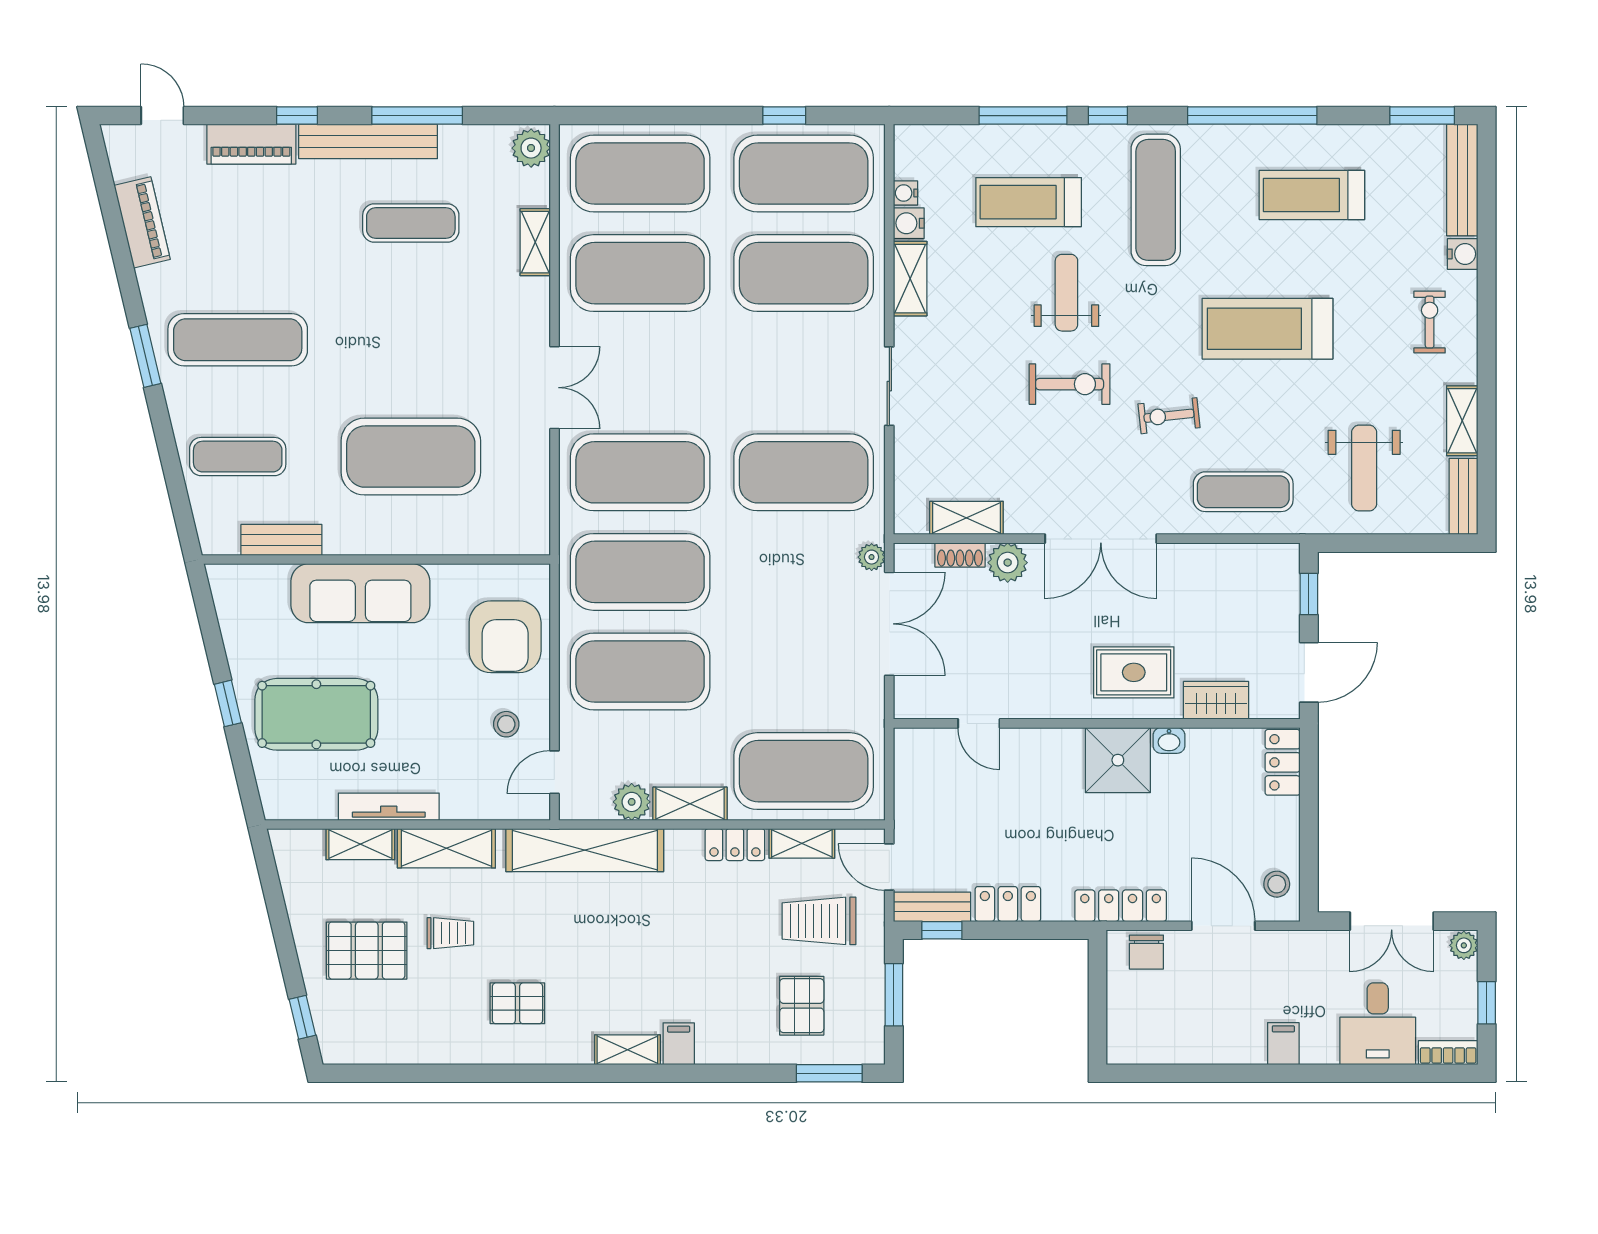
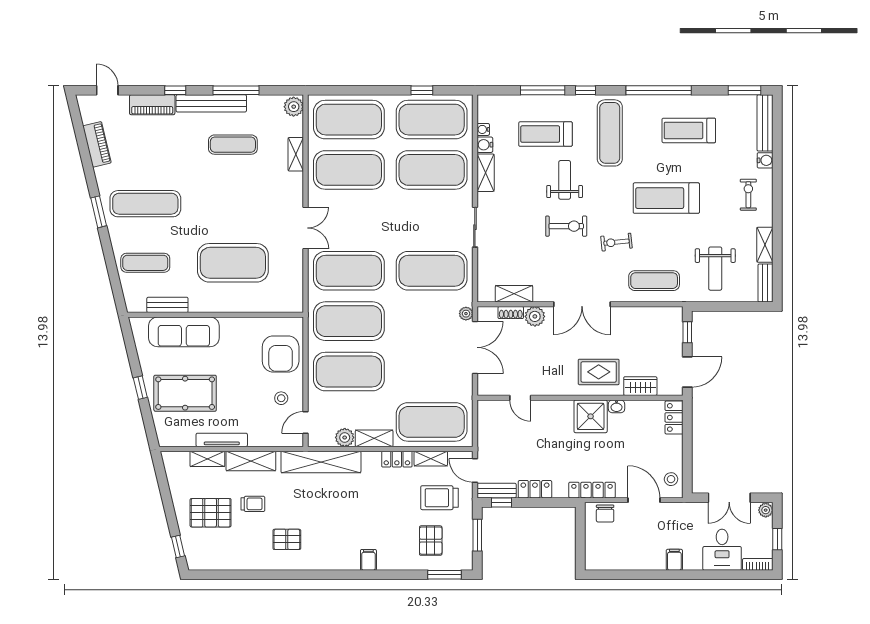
sofa: (360, 593) -> (184, 332), moved
shelving: (627, 1050) -> (343, 563), removed

